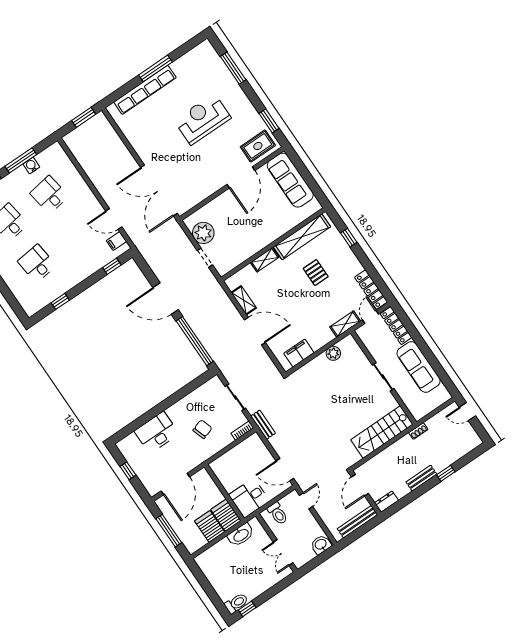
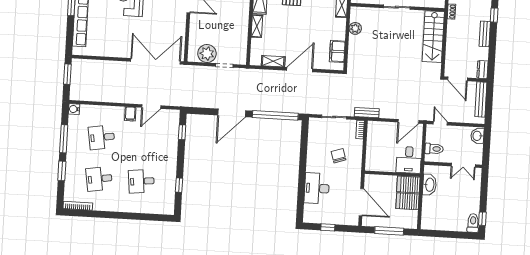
water cooler: (31, 166) -> (74, 109), moved
double door: (159, 191) -> (156, 61), swing flipped
filing cabinet: (116, 241) -> (130, 114), moved

